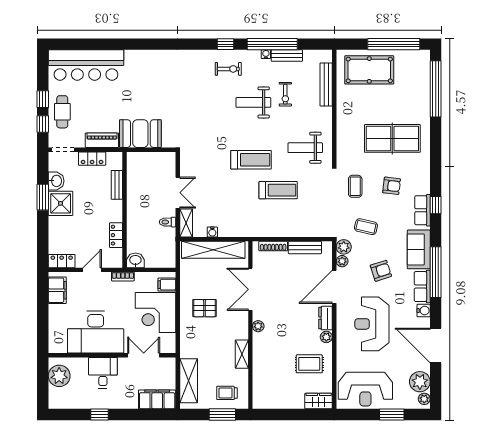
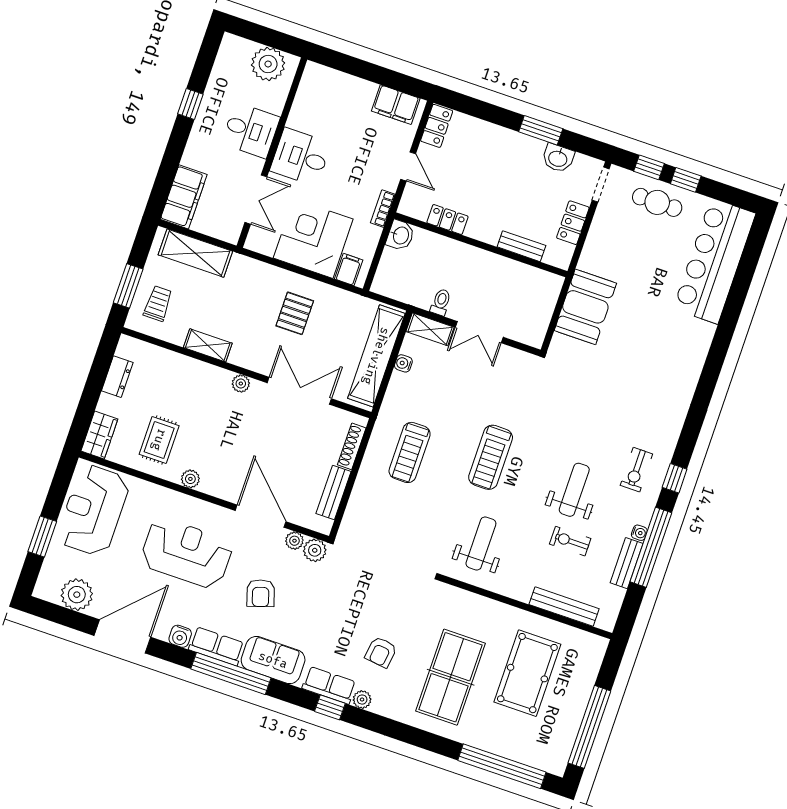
pool table: (369, 70) -> (527, 673), moved
piano: (102, 140) -> (595, 247), removed
coffee table: (355, 186) -> (399, 598), removed
treadmill: (278, 190) -> (410, 452), moved
shower: (61, 203) -> (523, 153), removed
coffee table: (366, 227) -> (333, 593), removed
dresser: (325, 318) -> (117, 377), moved, turned 90
desk: (96, 332) -> (301, 157), width x0.53, depth x0.77
plant: (424, 399) -> (362, 700), moved

